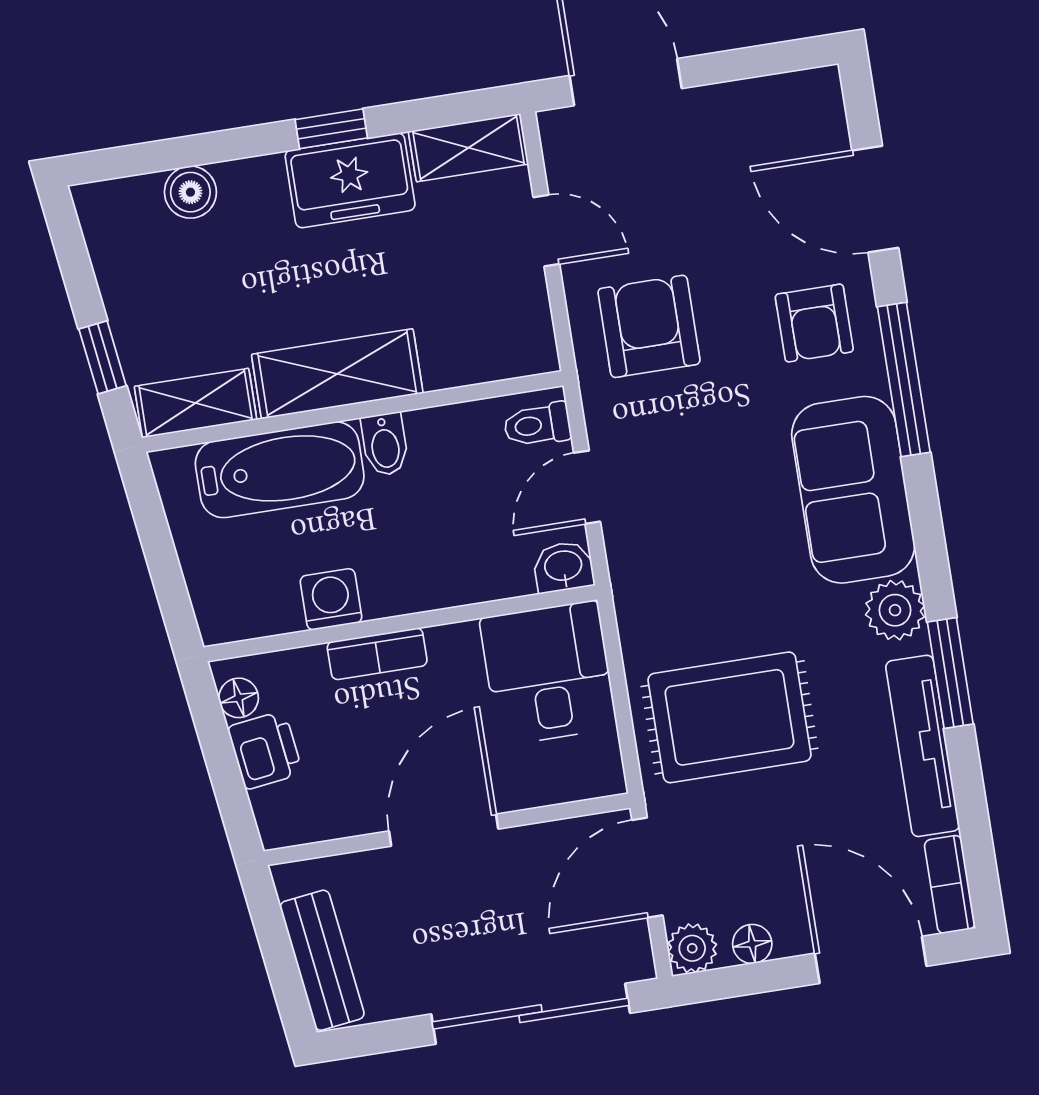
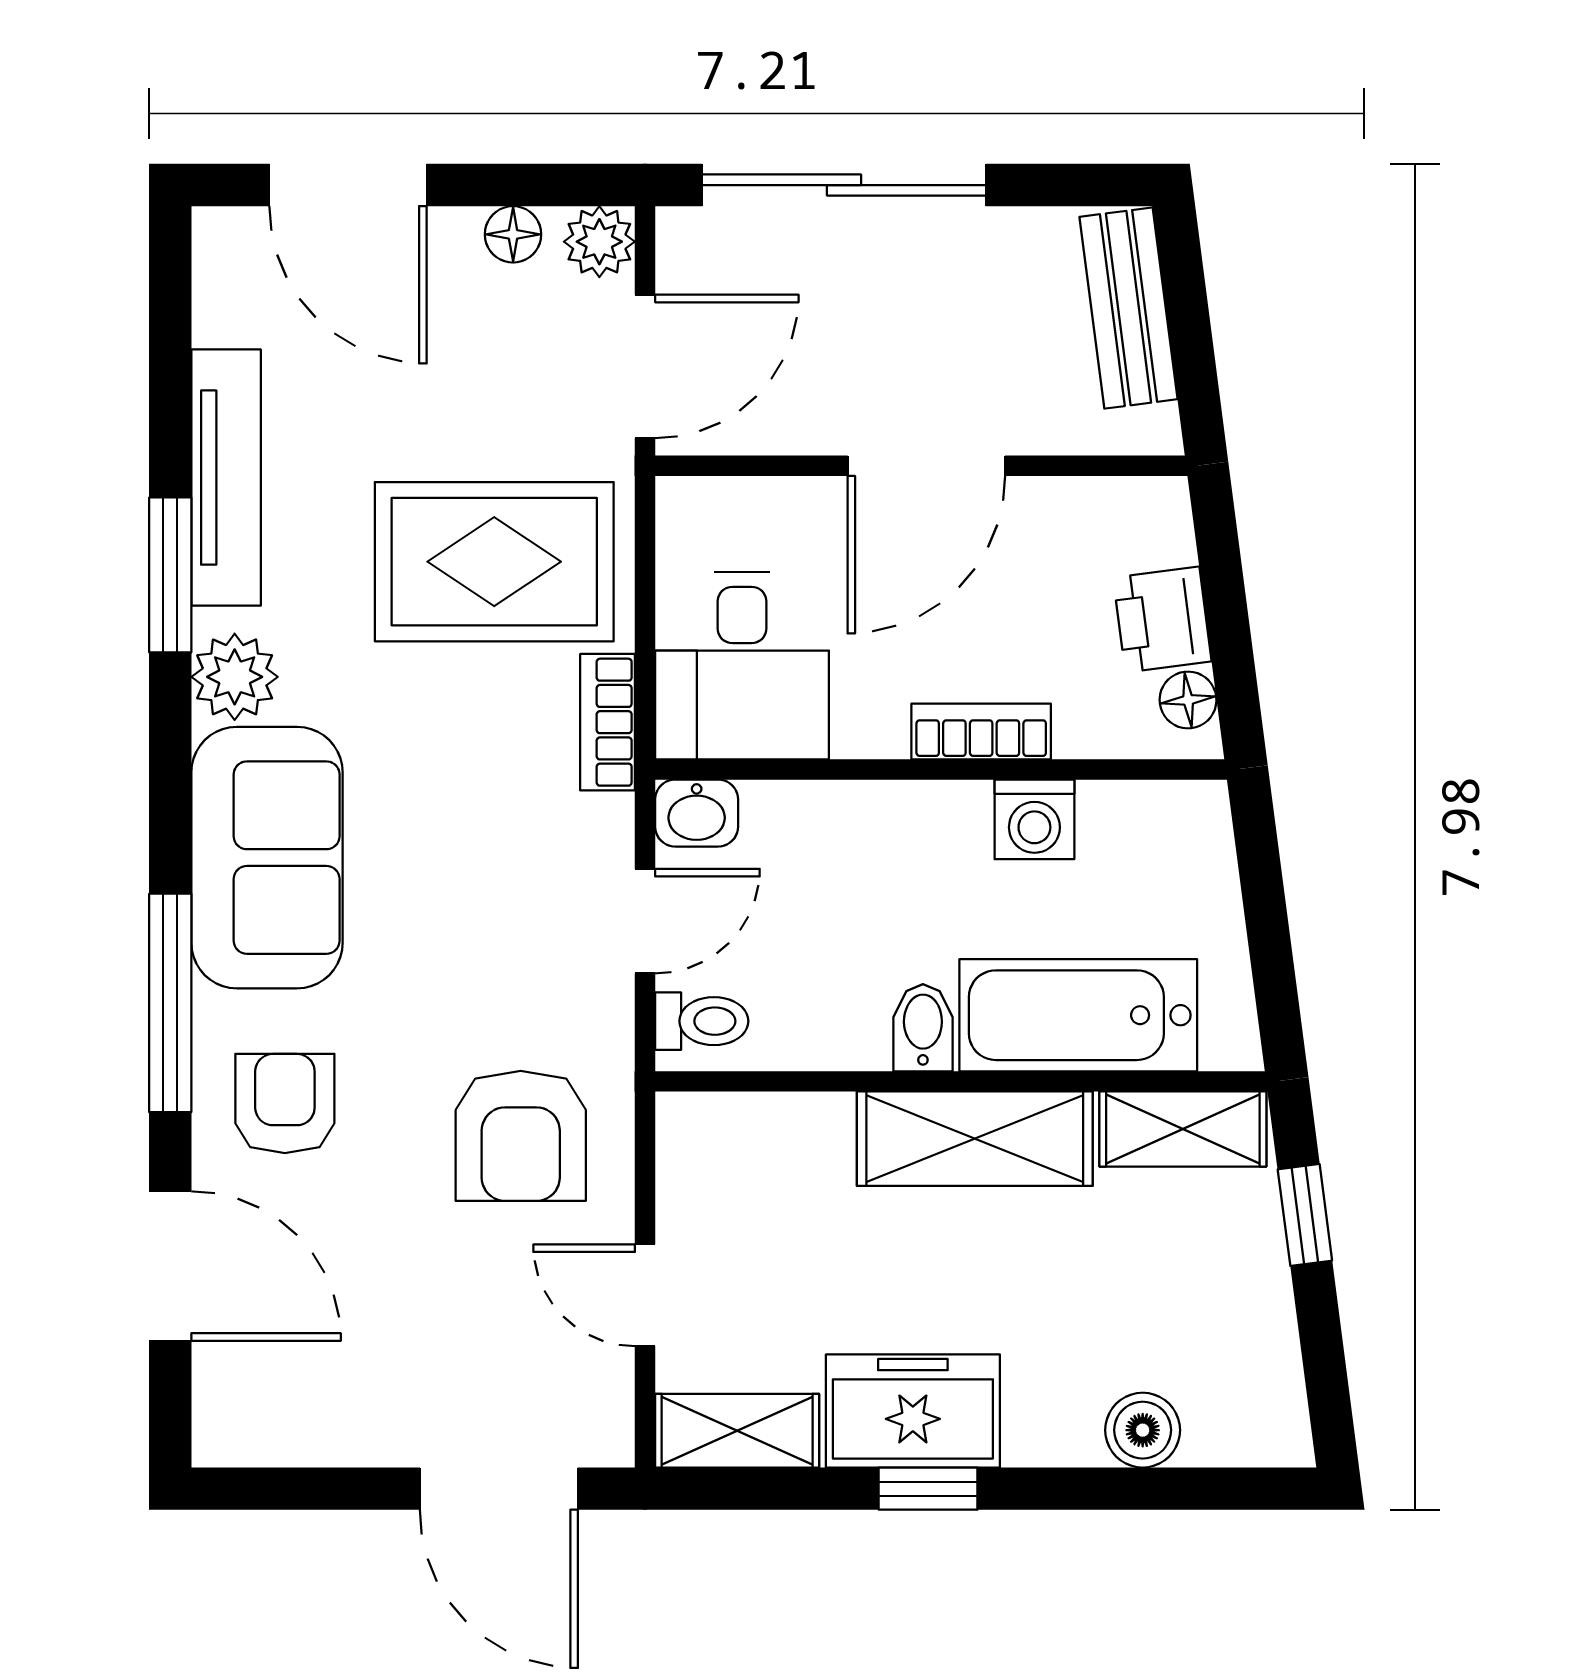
bookcase: (950, 884) -> (608, 722), moved, turned 180

